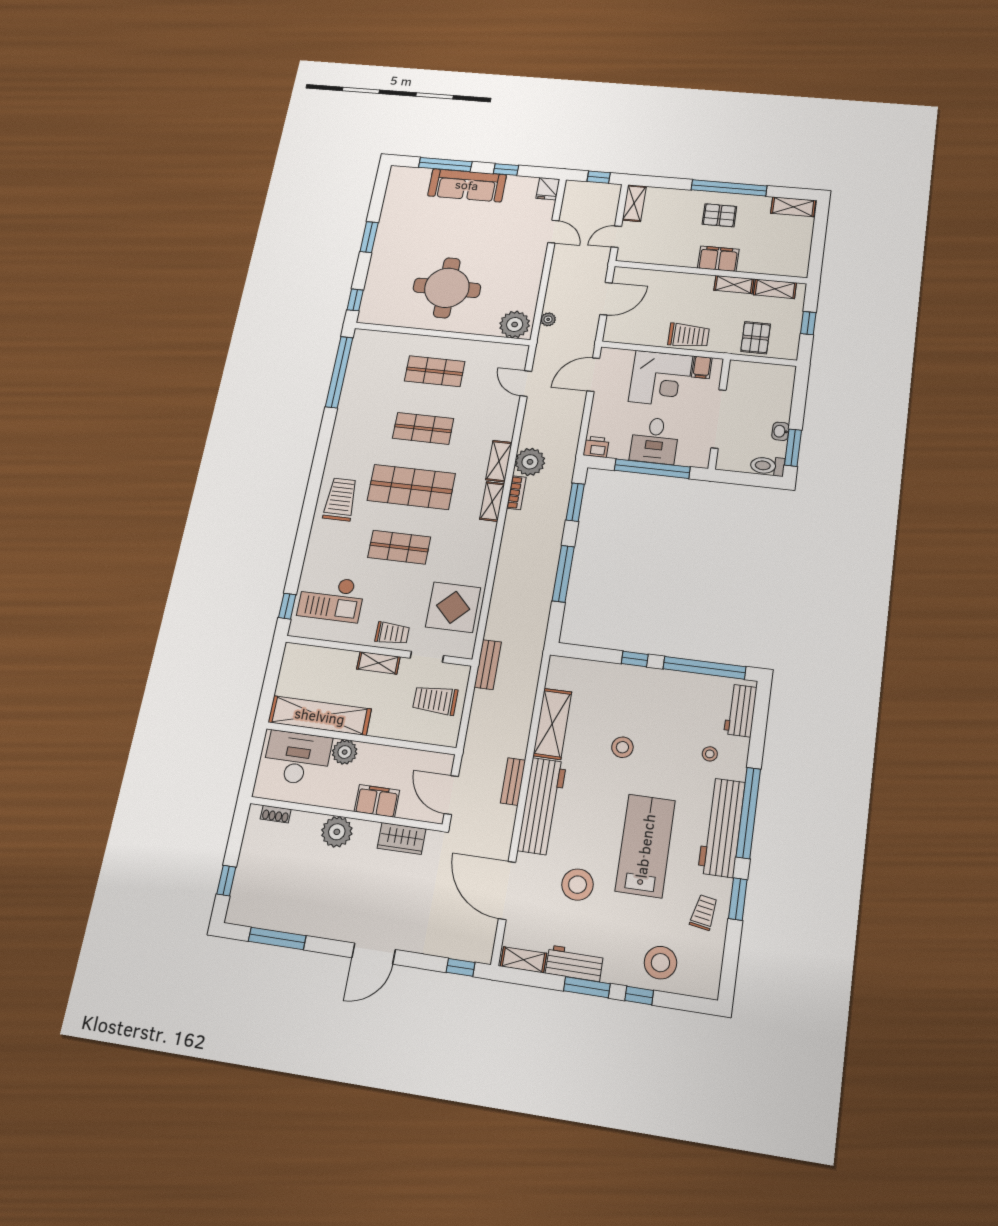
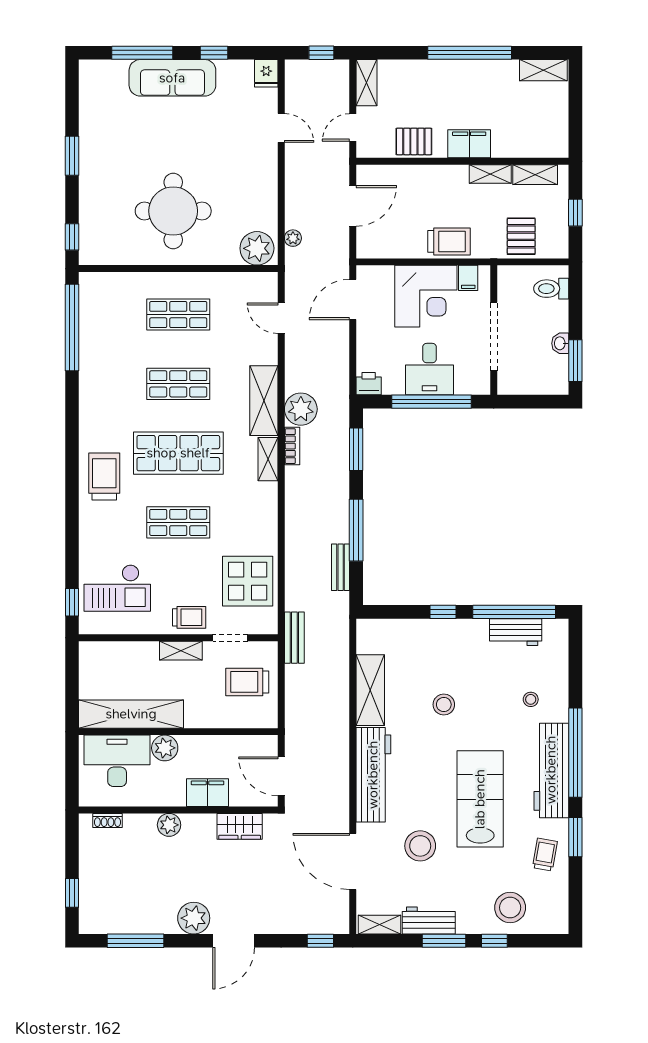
pallet: (719, 215) -> (414, 141), moved
shelving: (499, 461) -> (264, 401), width x1.50, depth x1.33
toilet: (767, 466) -> (551, 289), moved
workbench: (740, 711) -> (516, 632), moved, turned -90
bench: (513, 782) -> (341, 567), moved
plant: (337, 832) -> (169, 825), width x0.73, depth x0.73
plant: (339, 924) -> (194, 918), added

